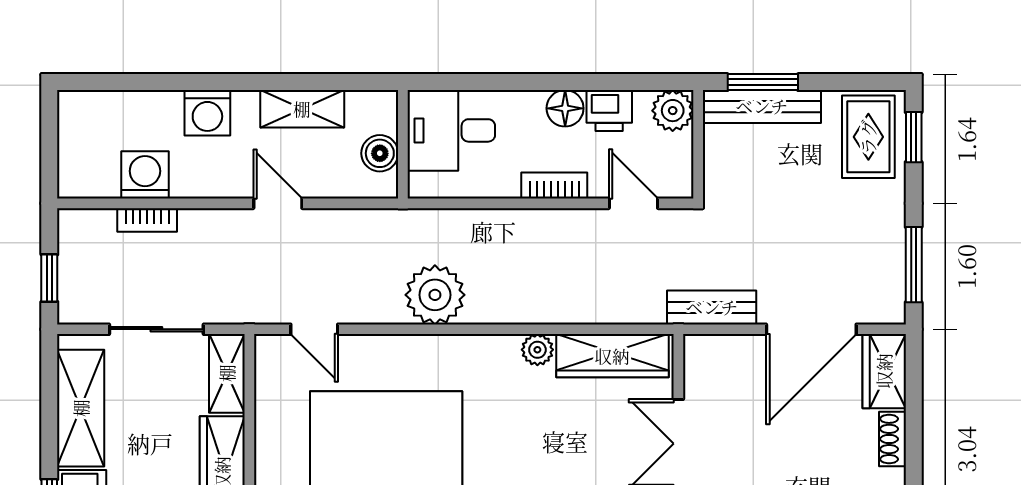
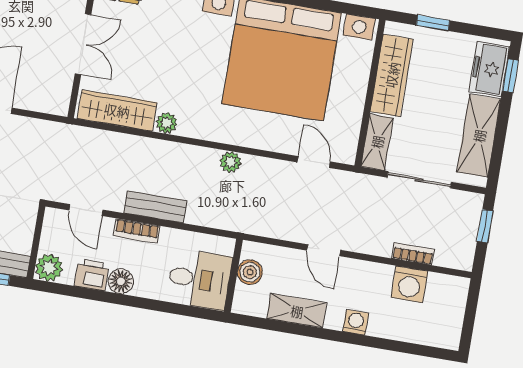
washing machine: (207, 113) -> (356, 322), width x0.73, depth x0.73
plant: (435, 295) -> (231, 162), width x0.53, depth x0.53
bench: (712, 307) -> (155, 207), moved

